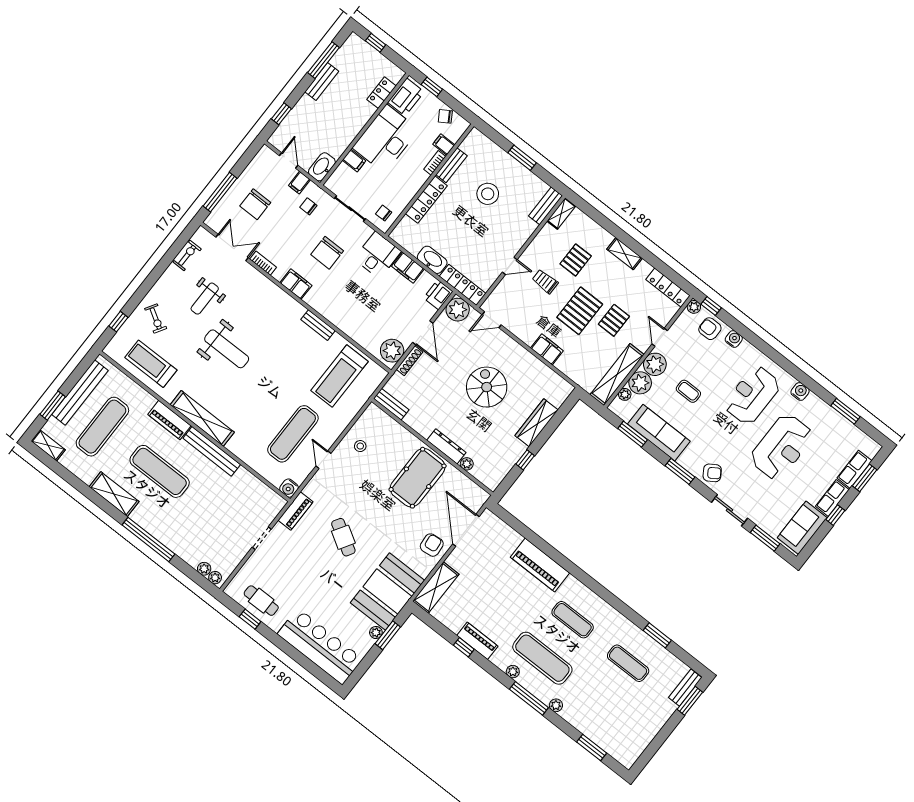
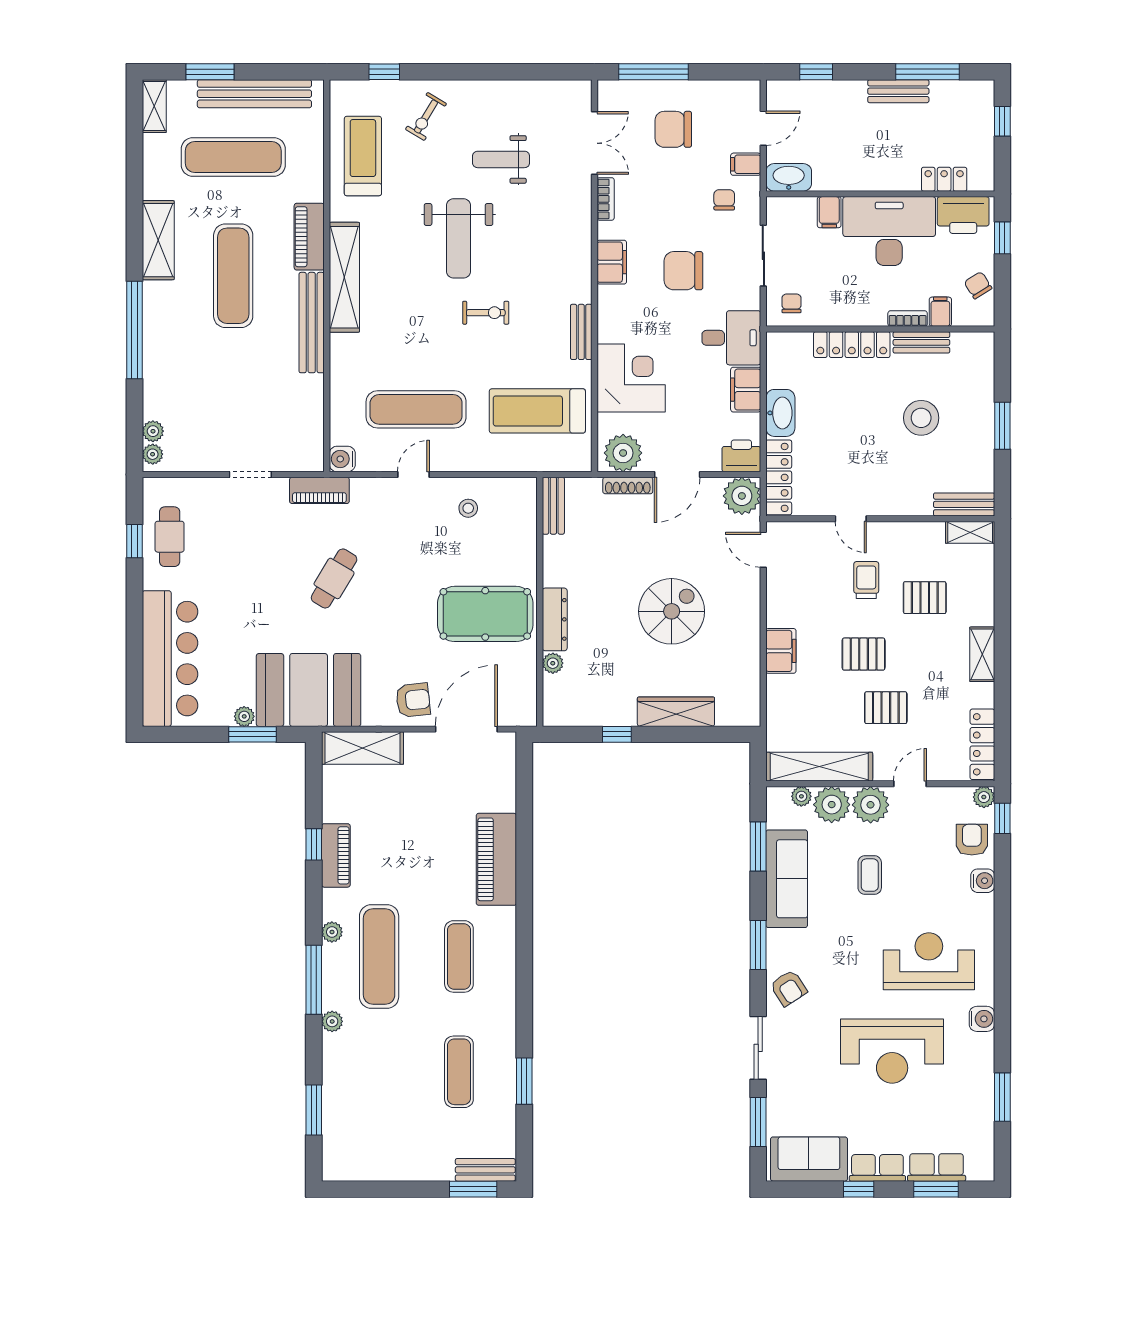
exercise bike: (187, 255) -> (486, 313), moved
pallet: (580, 311) -> (864, 654), width x0.67, depth x0.71
corner desk: (359, 318) -> (631, 378), added

